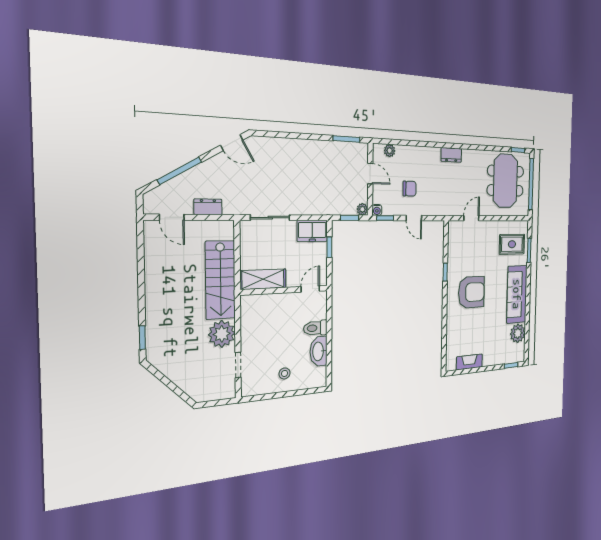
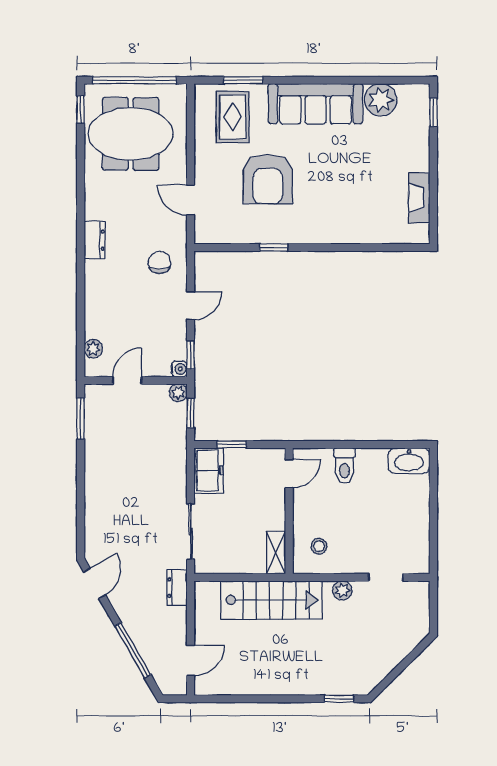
chair: (410, 189) -> (159, 263), moved
dresser: (208, 207) -> (177, 588), moved
shelving: (263, 279) -> (276, 553), width x0.67, depth x0.75
door: (310, 289) -> (289, 473), swing flipped
armchair: (471, 292) -> (268, 179), moved, turned 180
plant: (222, 334) -> (342, 590), width x0.53, depth x0.53
washbasin: (319, 351) -> (409, 461), moved
stool: (285, 373) -> (319, 546), moved

